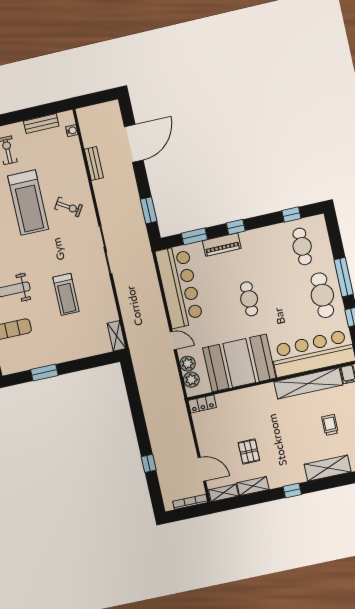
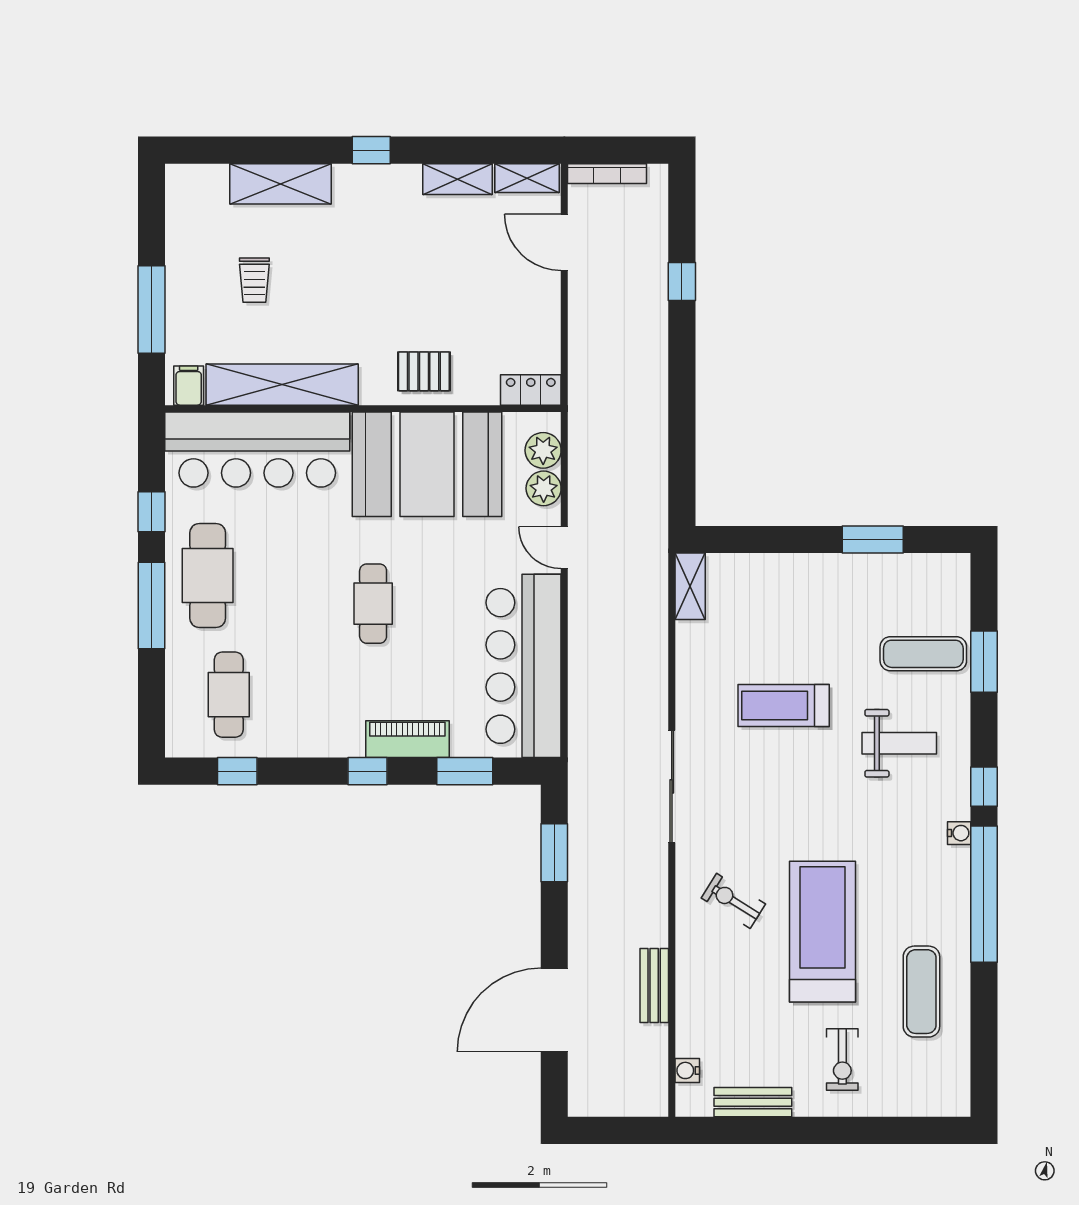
treadmill: (66, 294) -> (784, 705), turned -90
pallet: (249, 452) -> (424, 371), moved, turned 90

